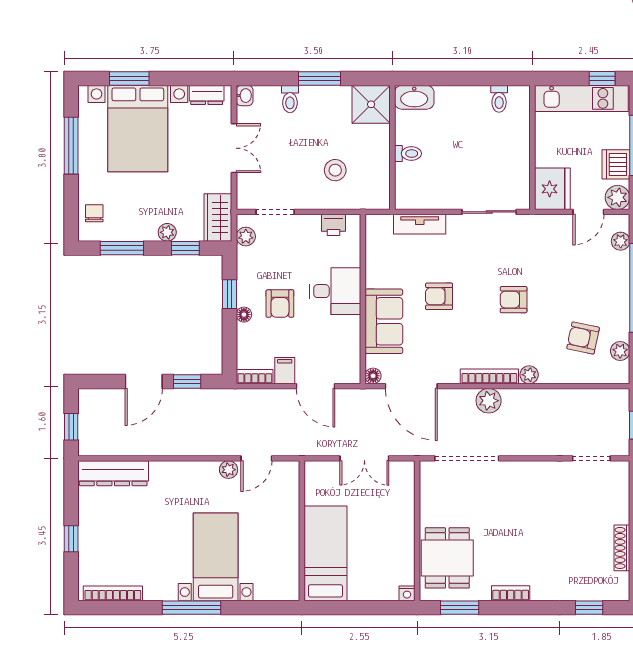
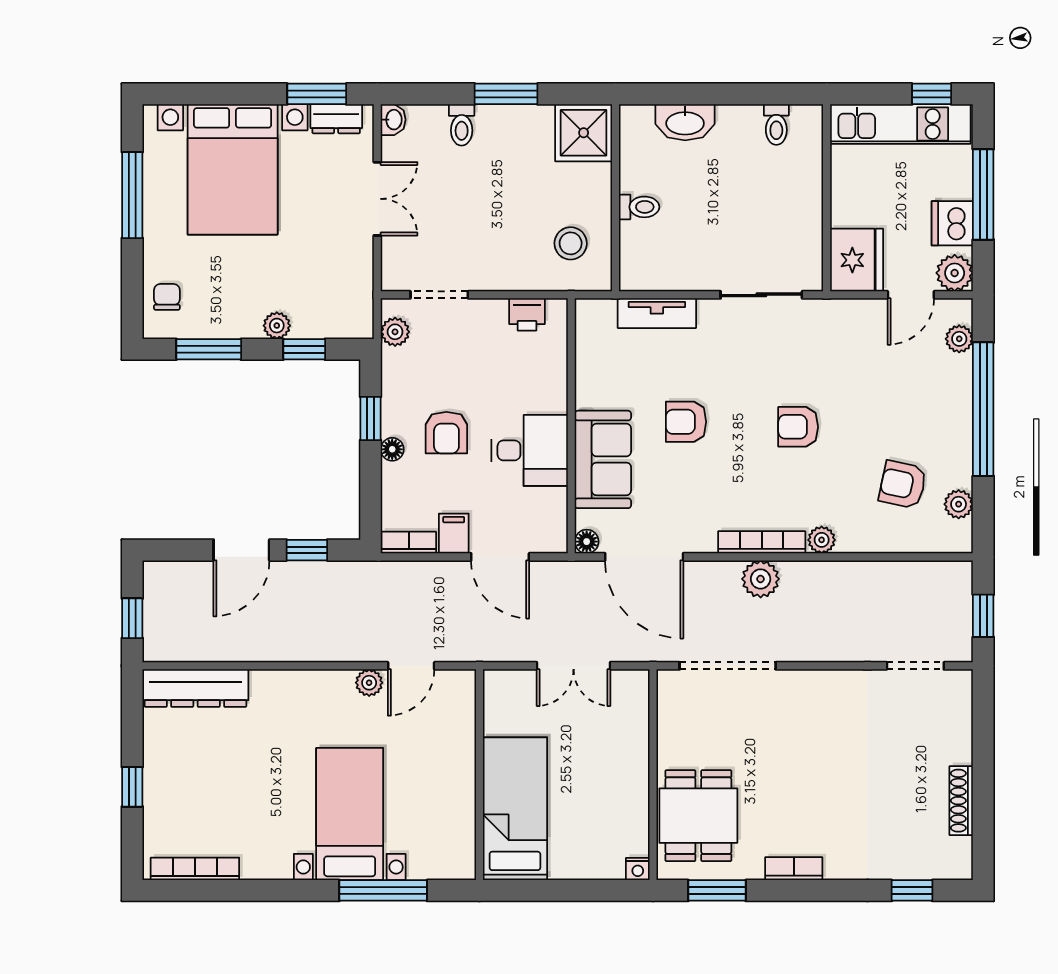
window: (129, 78) -> (317, 94), moved
washbasin: (414, 97) -> (685, 122), moved
stool: (335, 170) -> (571, 243), moved
wardrobe: (218, 217) -> (353, 303), removed
desk: (335, 291) -> (530, 450), moved
window: (191, 608) -> (383, 890), moved

